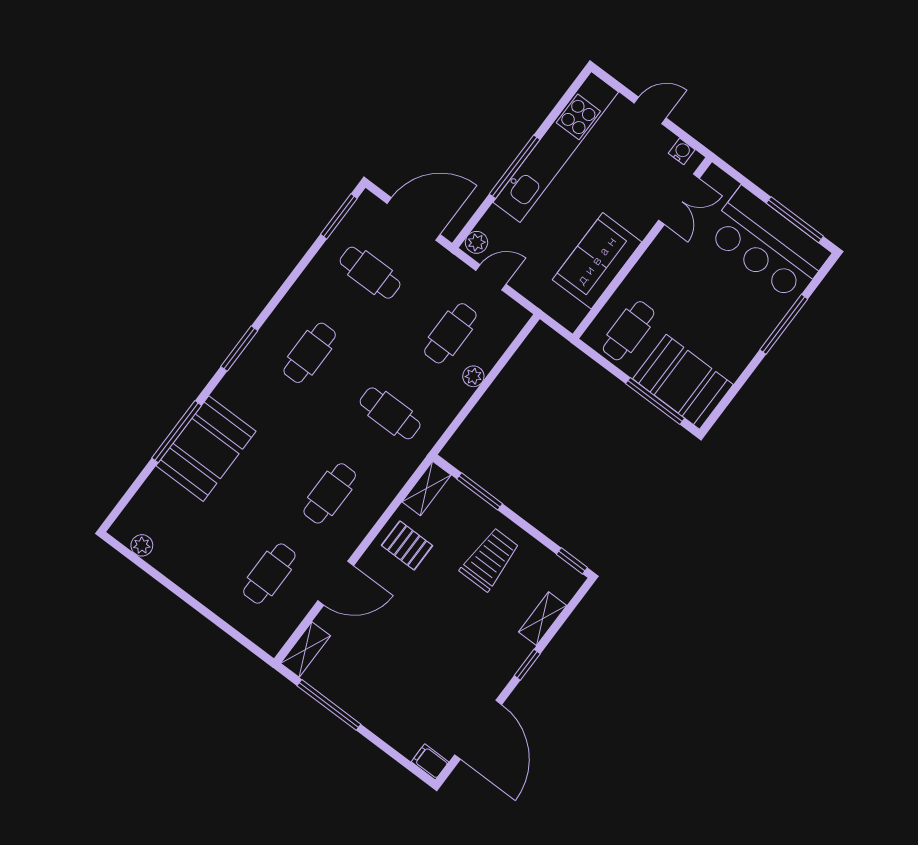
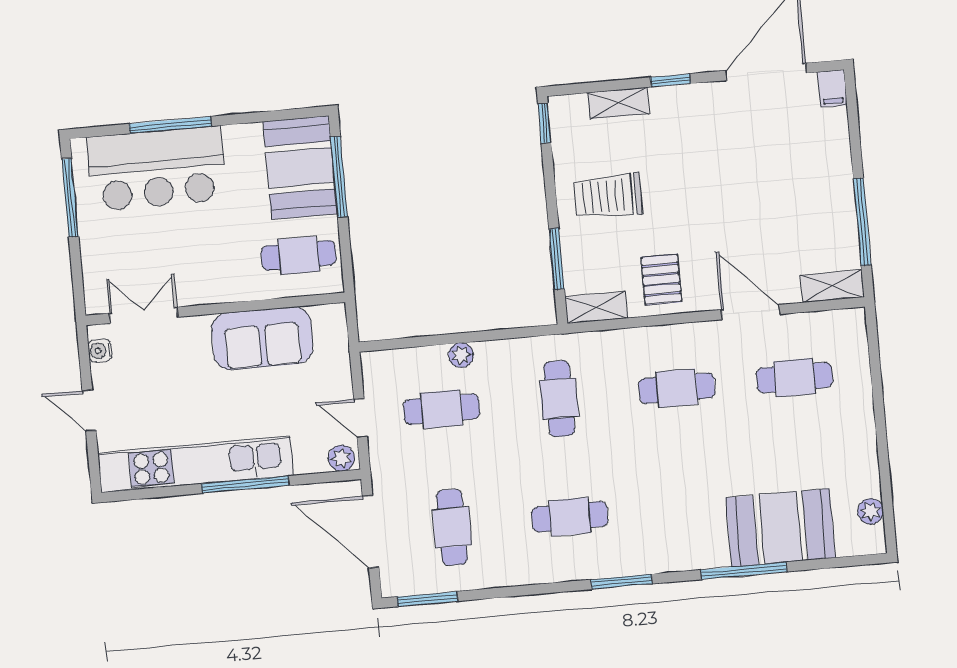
bar counter: (768, 244) -> (157, 168), moved, turned 90
booth: (206, 449) -> (780, 528), moved

